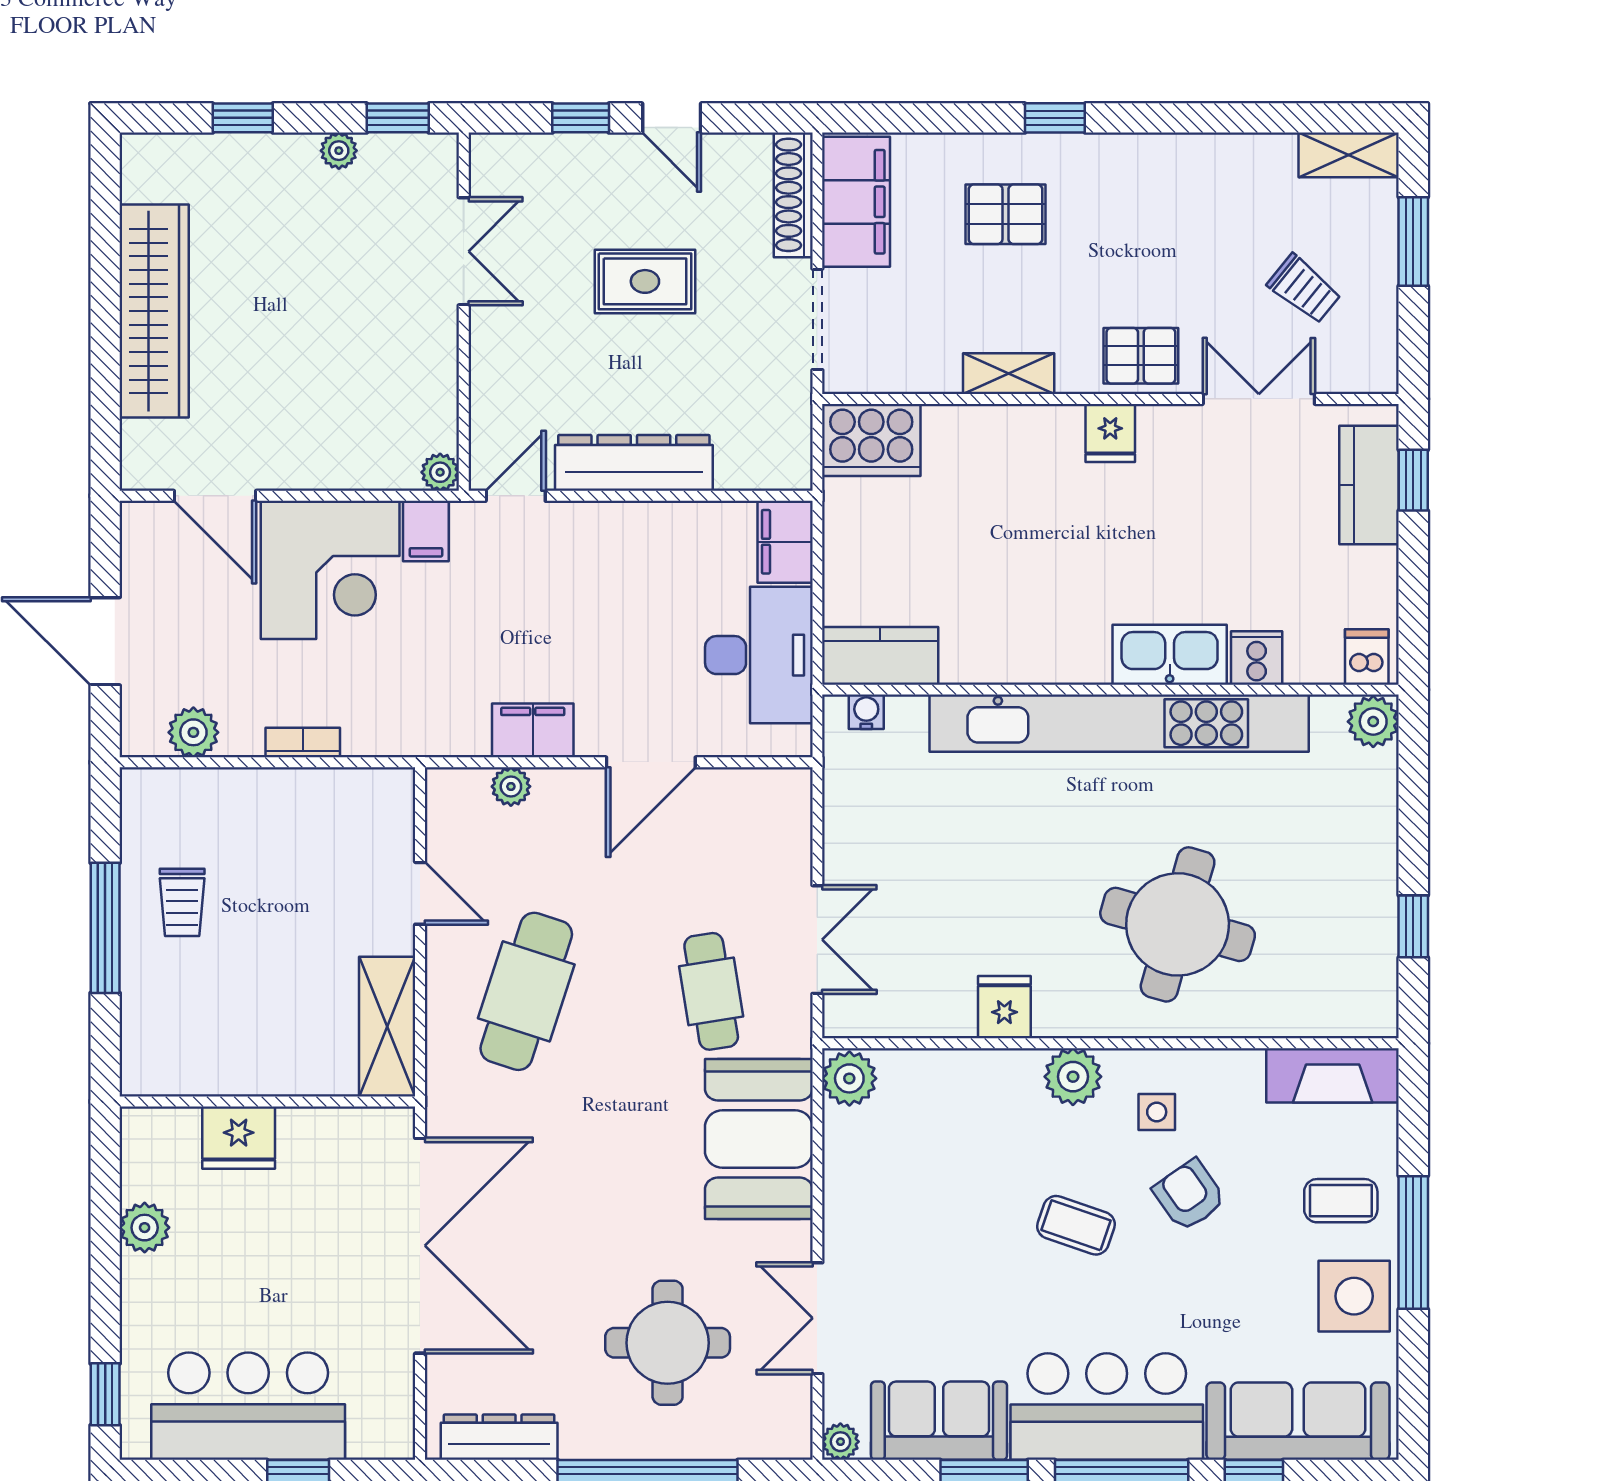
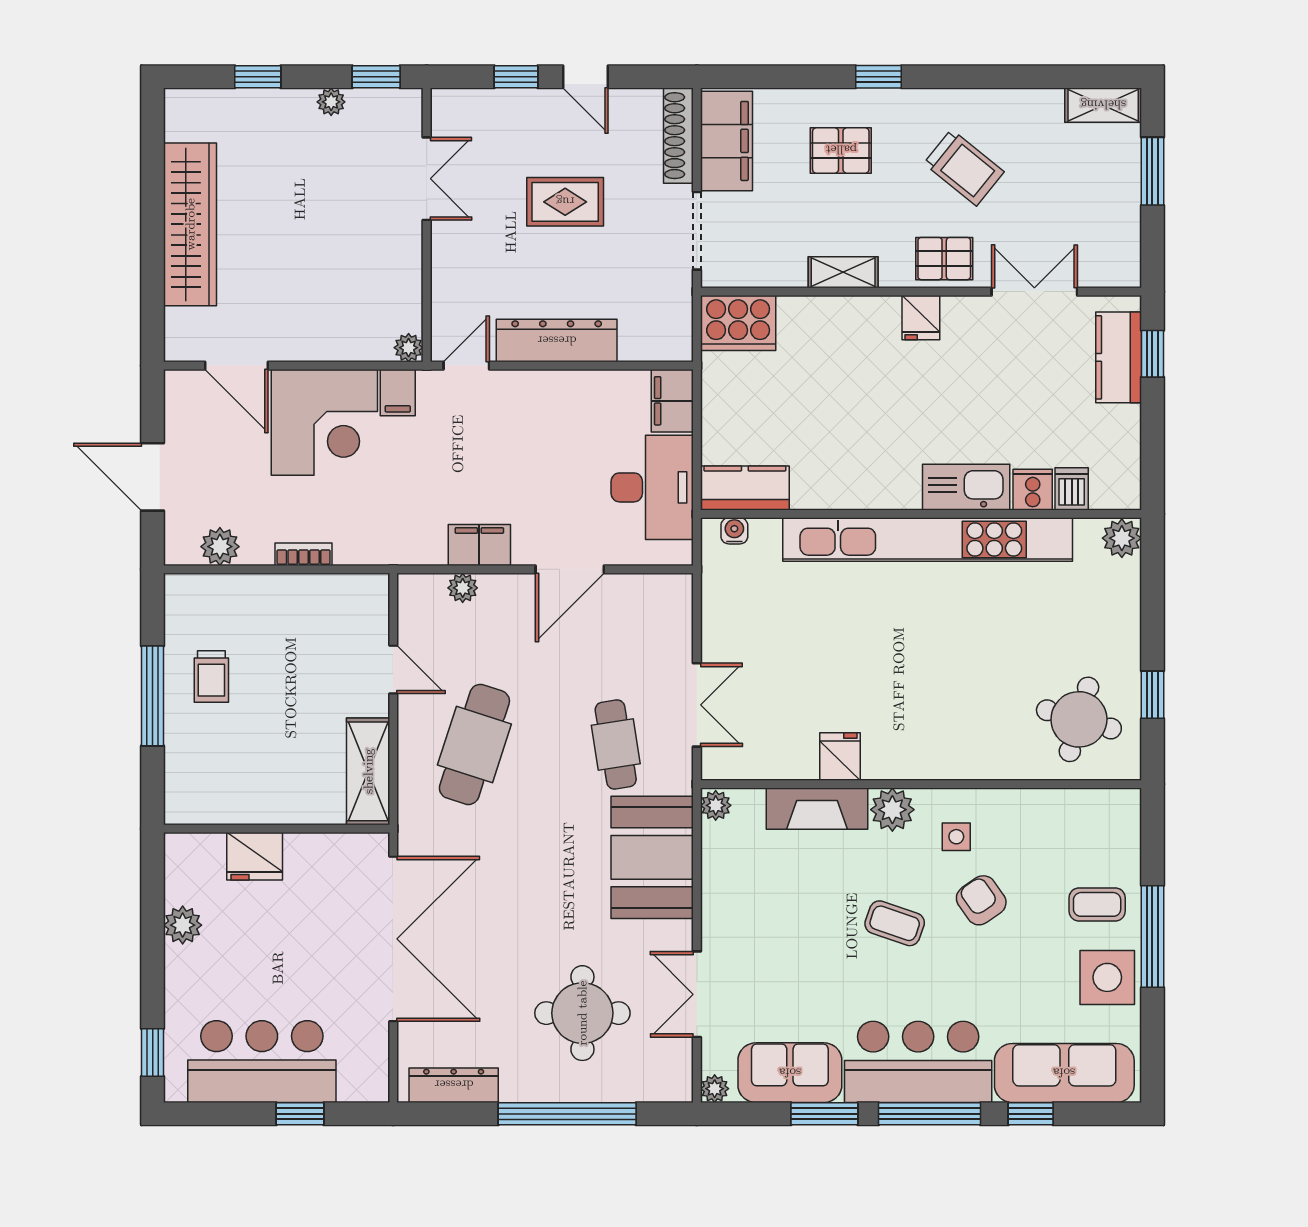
trolley: (1304, 289) -> (964, 168), moved, width x1.36, depth x1.39
dishwasher: (1367, 657) -> (1072, 489), moved
round table: (1178, 924) -> (1079, 719), moved, width x0.73, depth x0.73
fireplace: (1333, 1075) -> (817, 809), moved
plant: (849, 1078) -> (716, 805), width x0.73, depth x0.73

